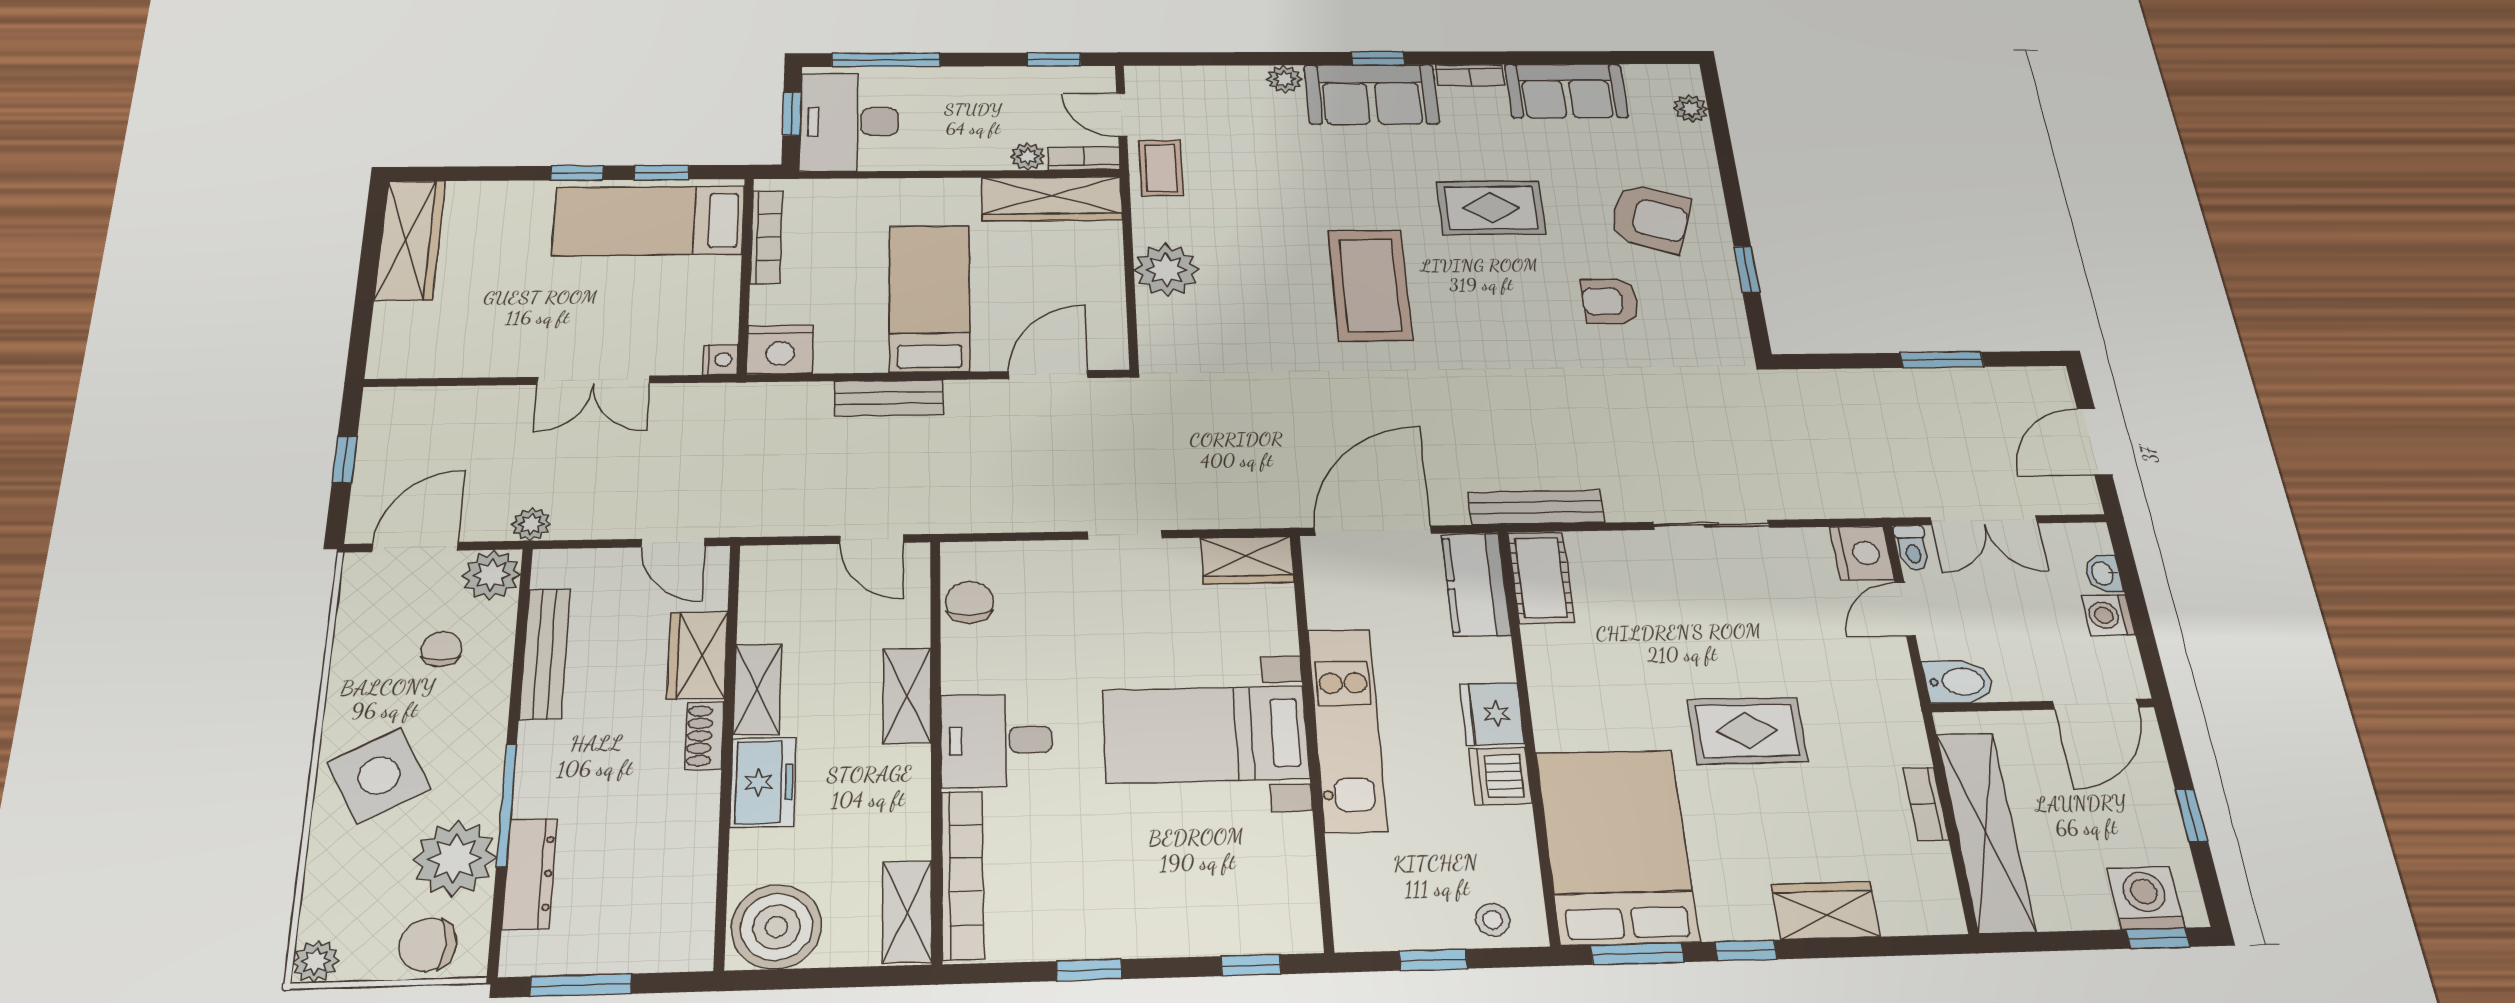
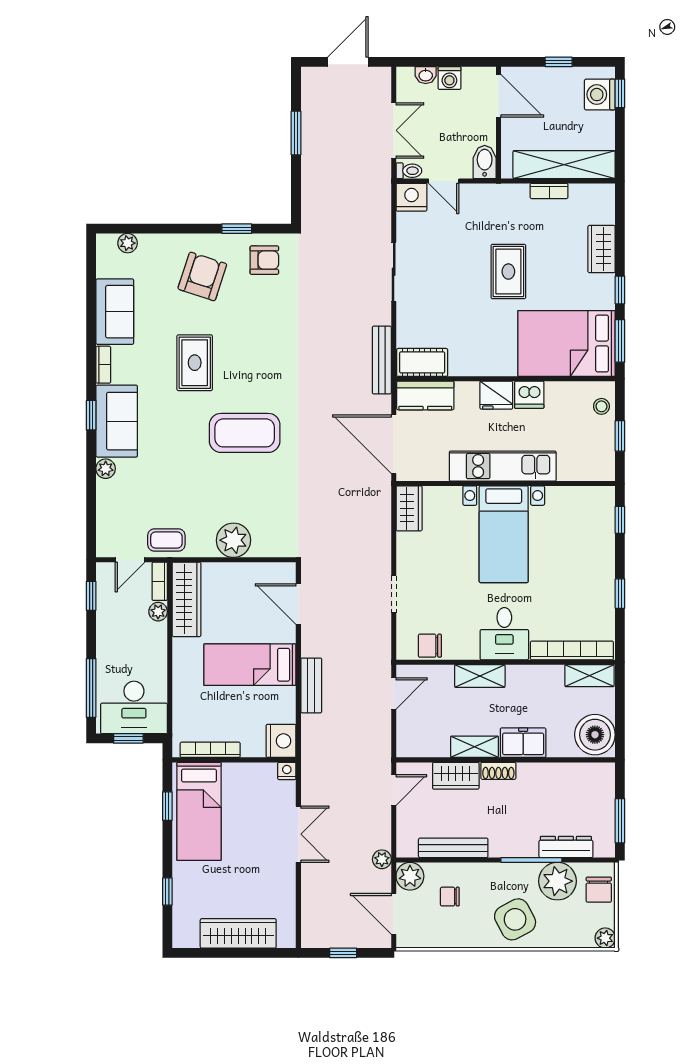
window: (577, 173) -> (167, 892), moved
wardrobe: (410, 240) -> (238, 933), moved
armchair: (1610, 301) -> (264, 260), moved, turned -90
door: (2095, 442) -> (348, 62), swing flipped
doorway: (1125, 535) -> (394, 594), moved

